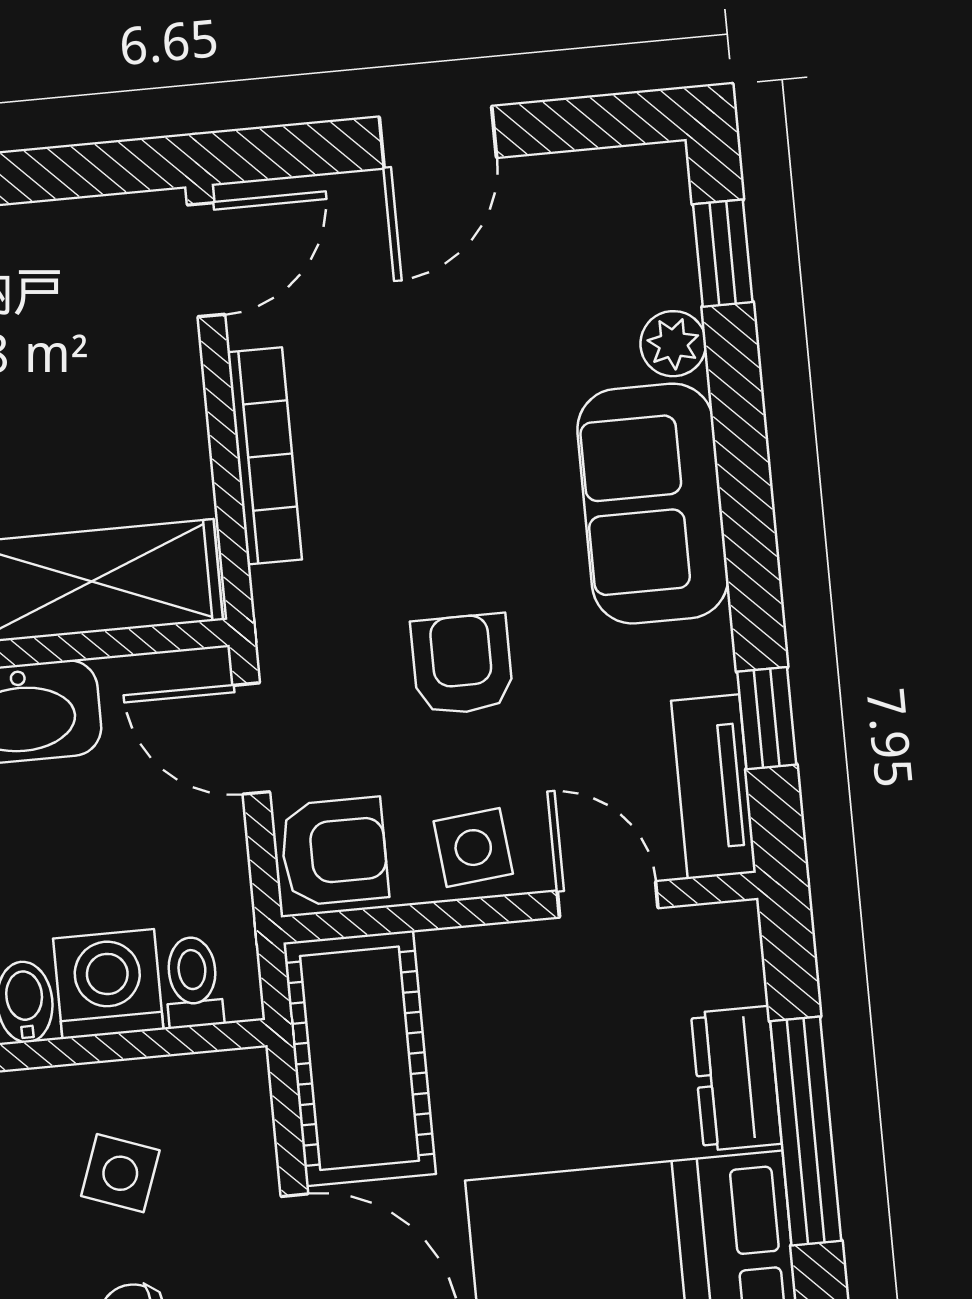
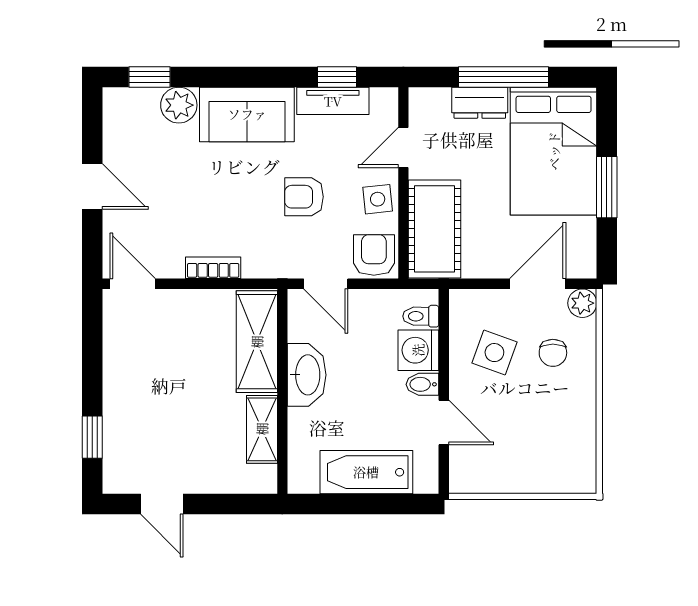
plant: (673, 344) -> (179, 105), width x1.38, depth x1.38
bookcase: (265, 456) -> (213, 268), width x0.64
door: (251, 739) -> (326, 284), hinge flipped
tv unit: (714, 787) -> (333, 101), moved
cot: (360, 1058) -> (435, 229), moved, turned 90
side table: (120, 1173) -> (494, 353), width x1.37, depth x1.37

